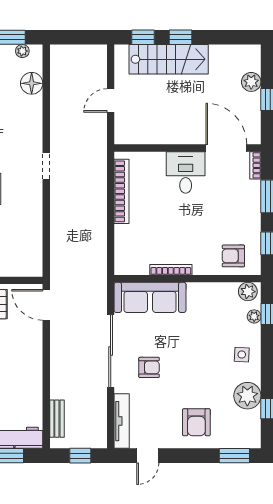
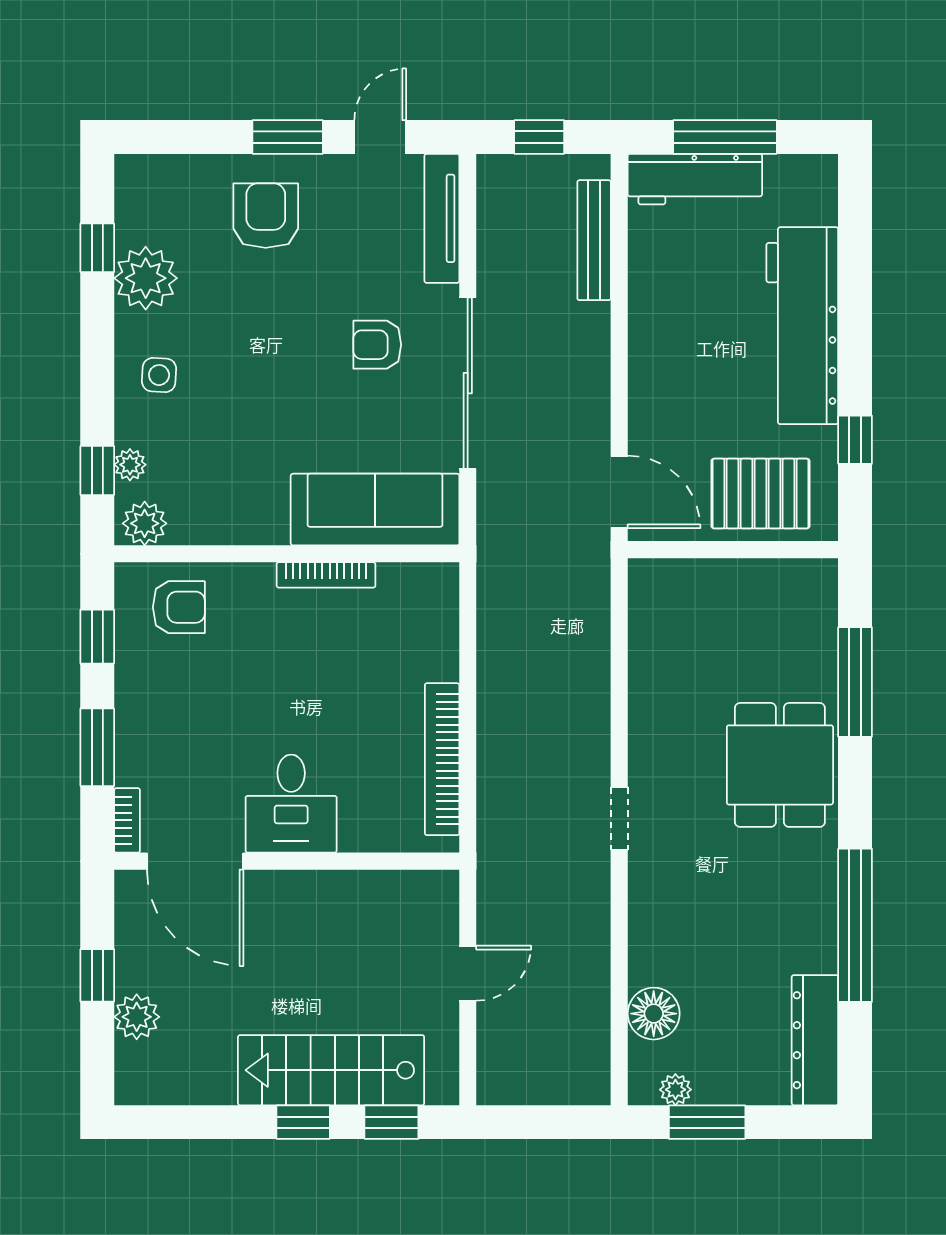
bench: (57, 419) -> (594, 240), width x1.36
window: (234, 456) -> (288, 137), moved

